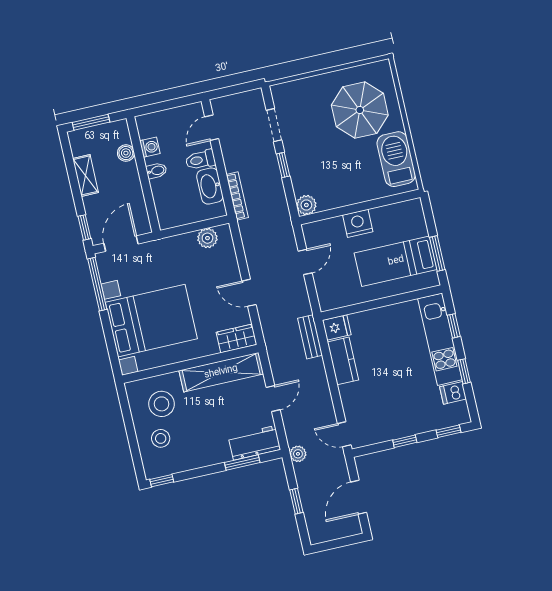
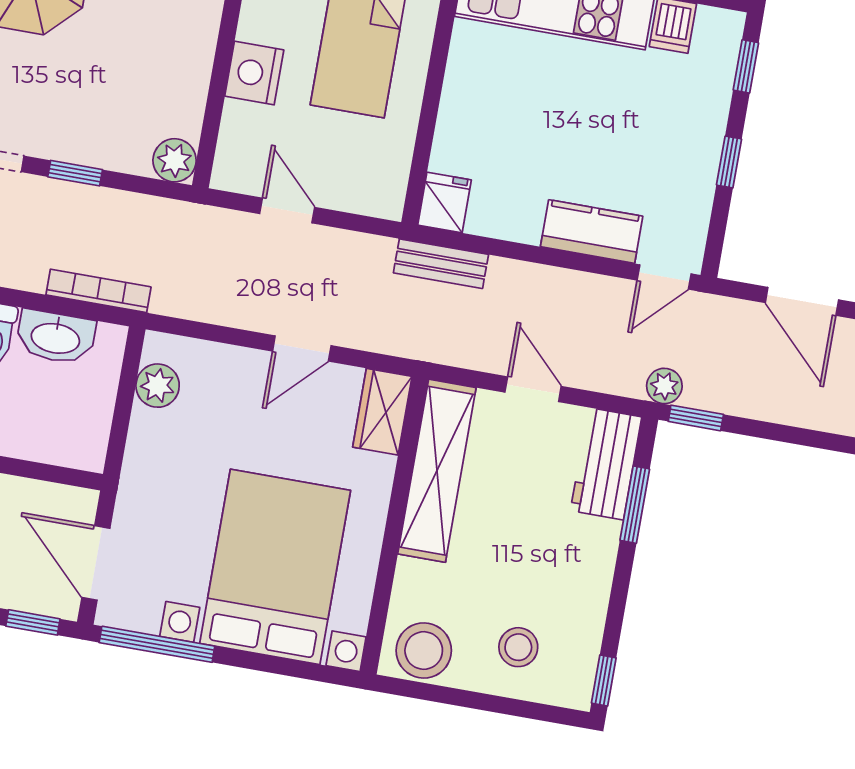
kitchen counter: (343, 361) -> (592, 231), moved
stool: (162, 404) -> (424, 650), moved
window: (296, 501) -> (696, 418), moved

